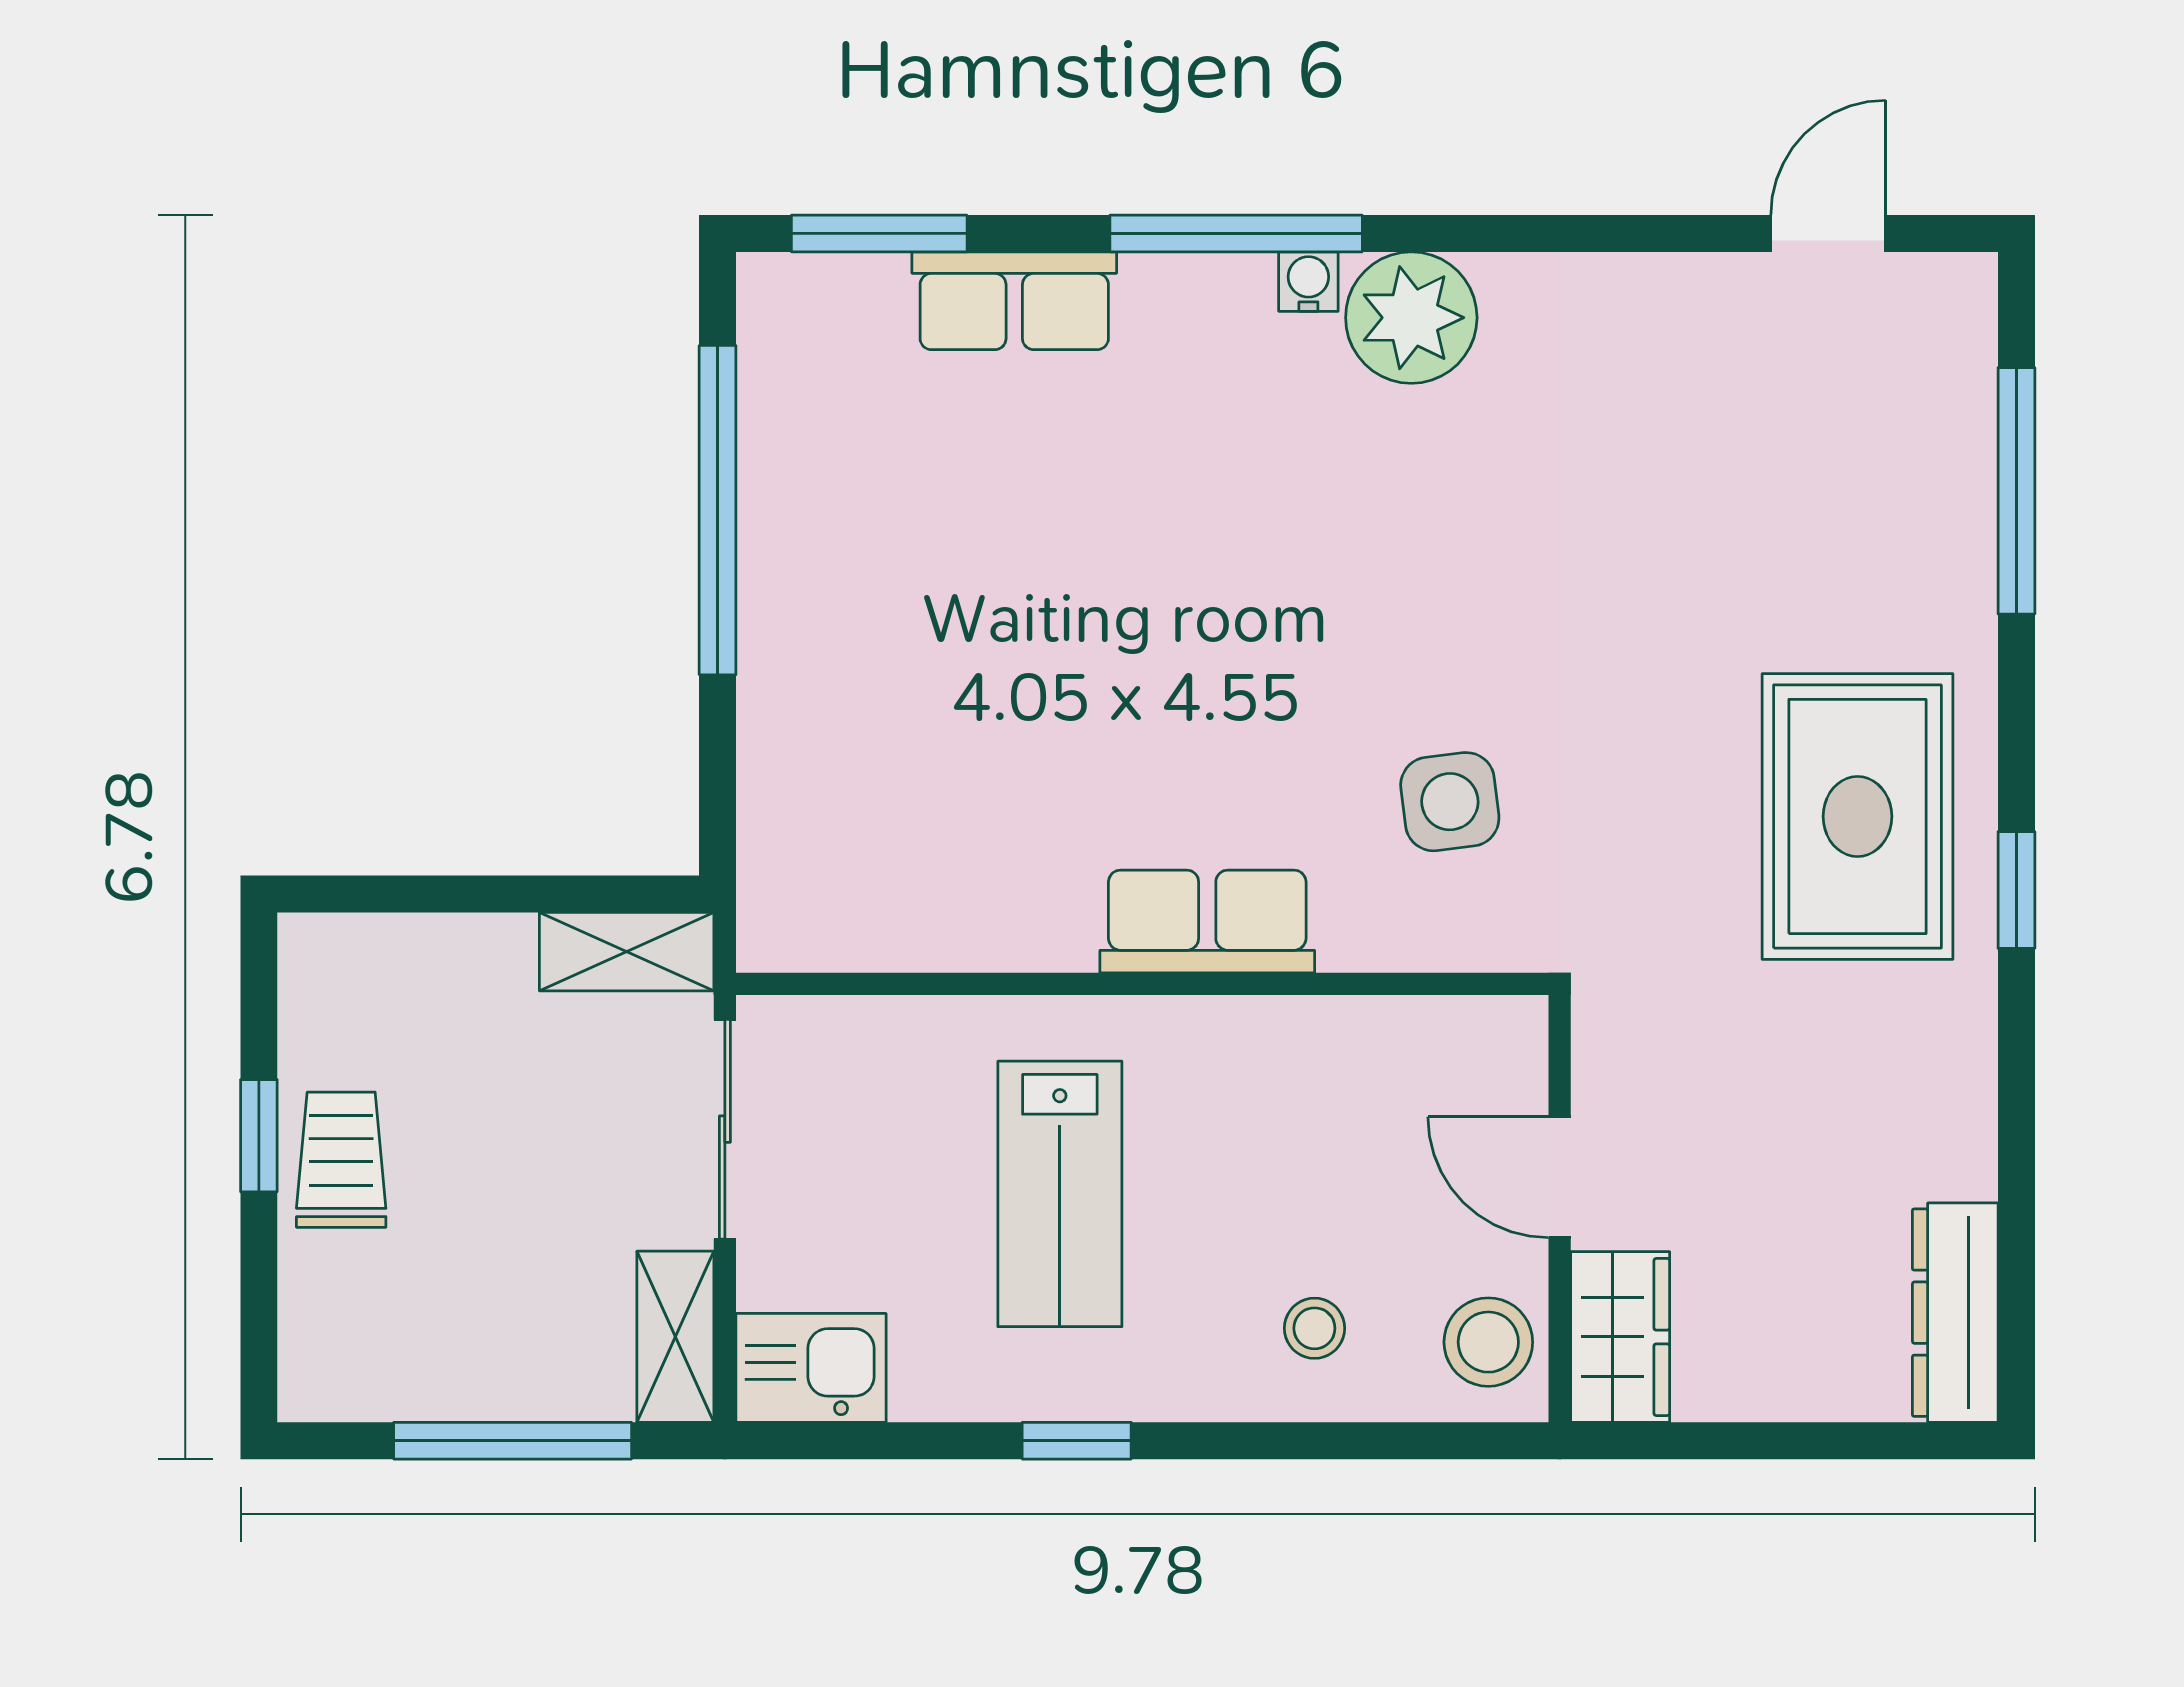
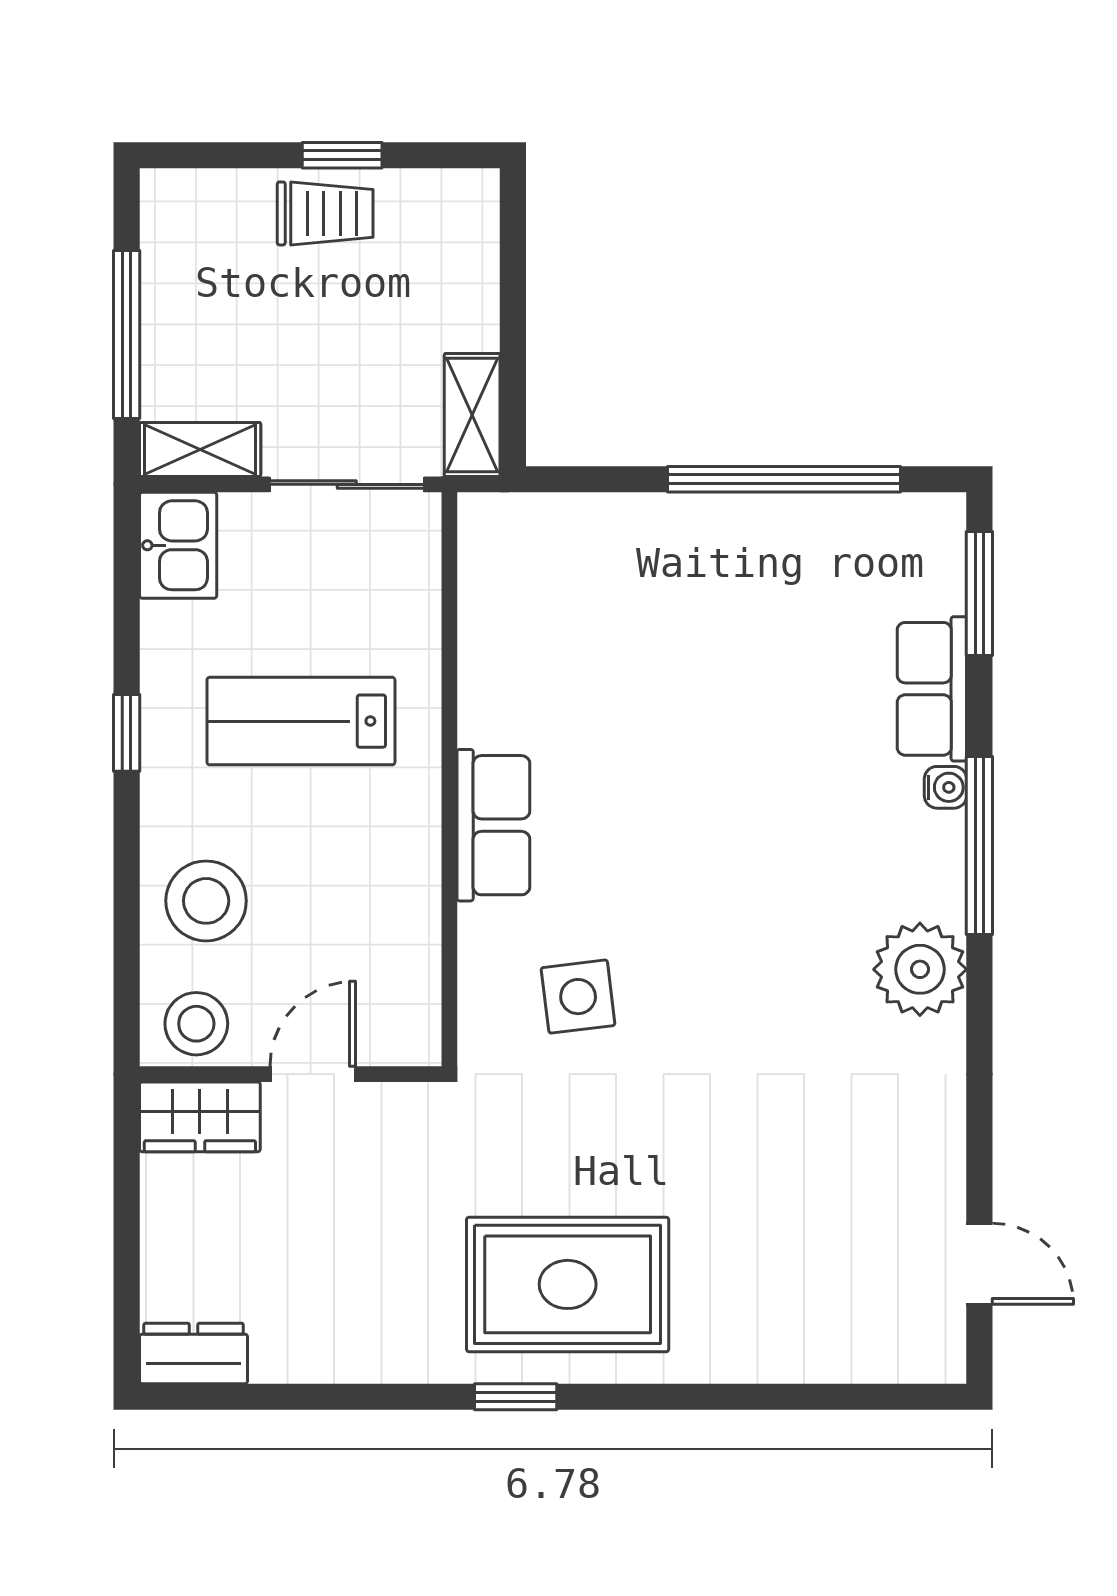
water cooler: (1308, 282) -> (945, 787), moved
window: (2016, 491) -> (798, 1397), removed
dresser: (1955, 1313) -> (194, 1354), width x0.70
stool: (1314, 1328) -> (206, 901), width x1.89, depth x1.89

